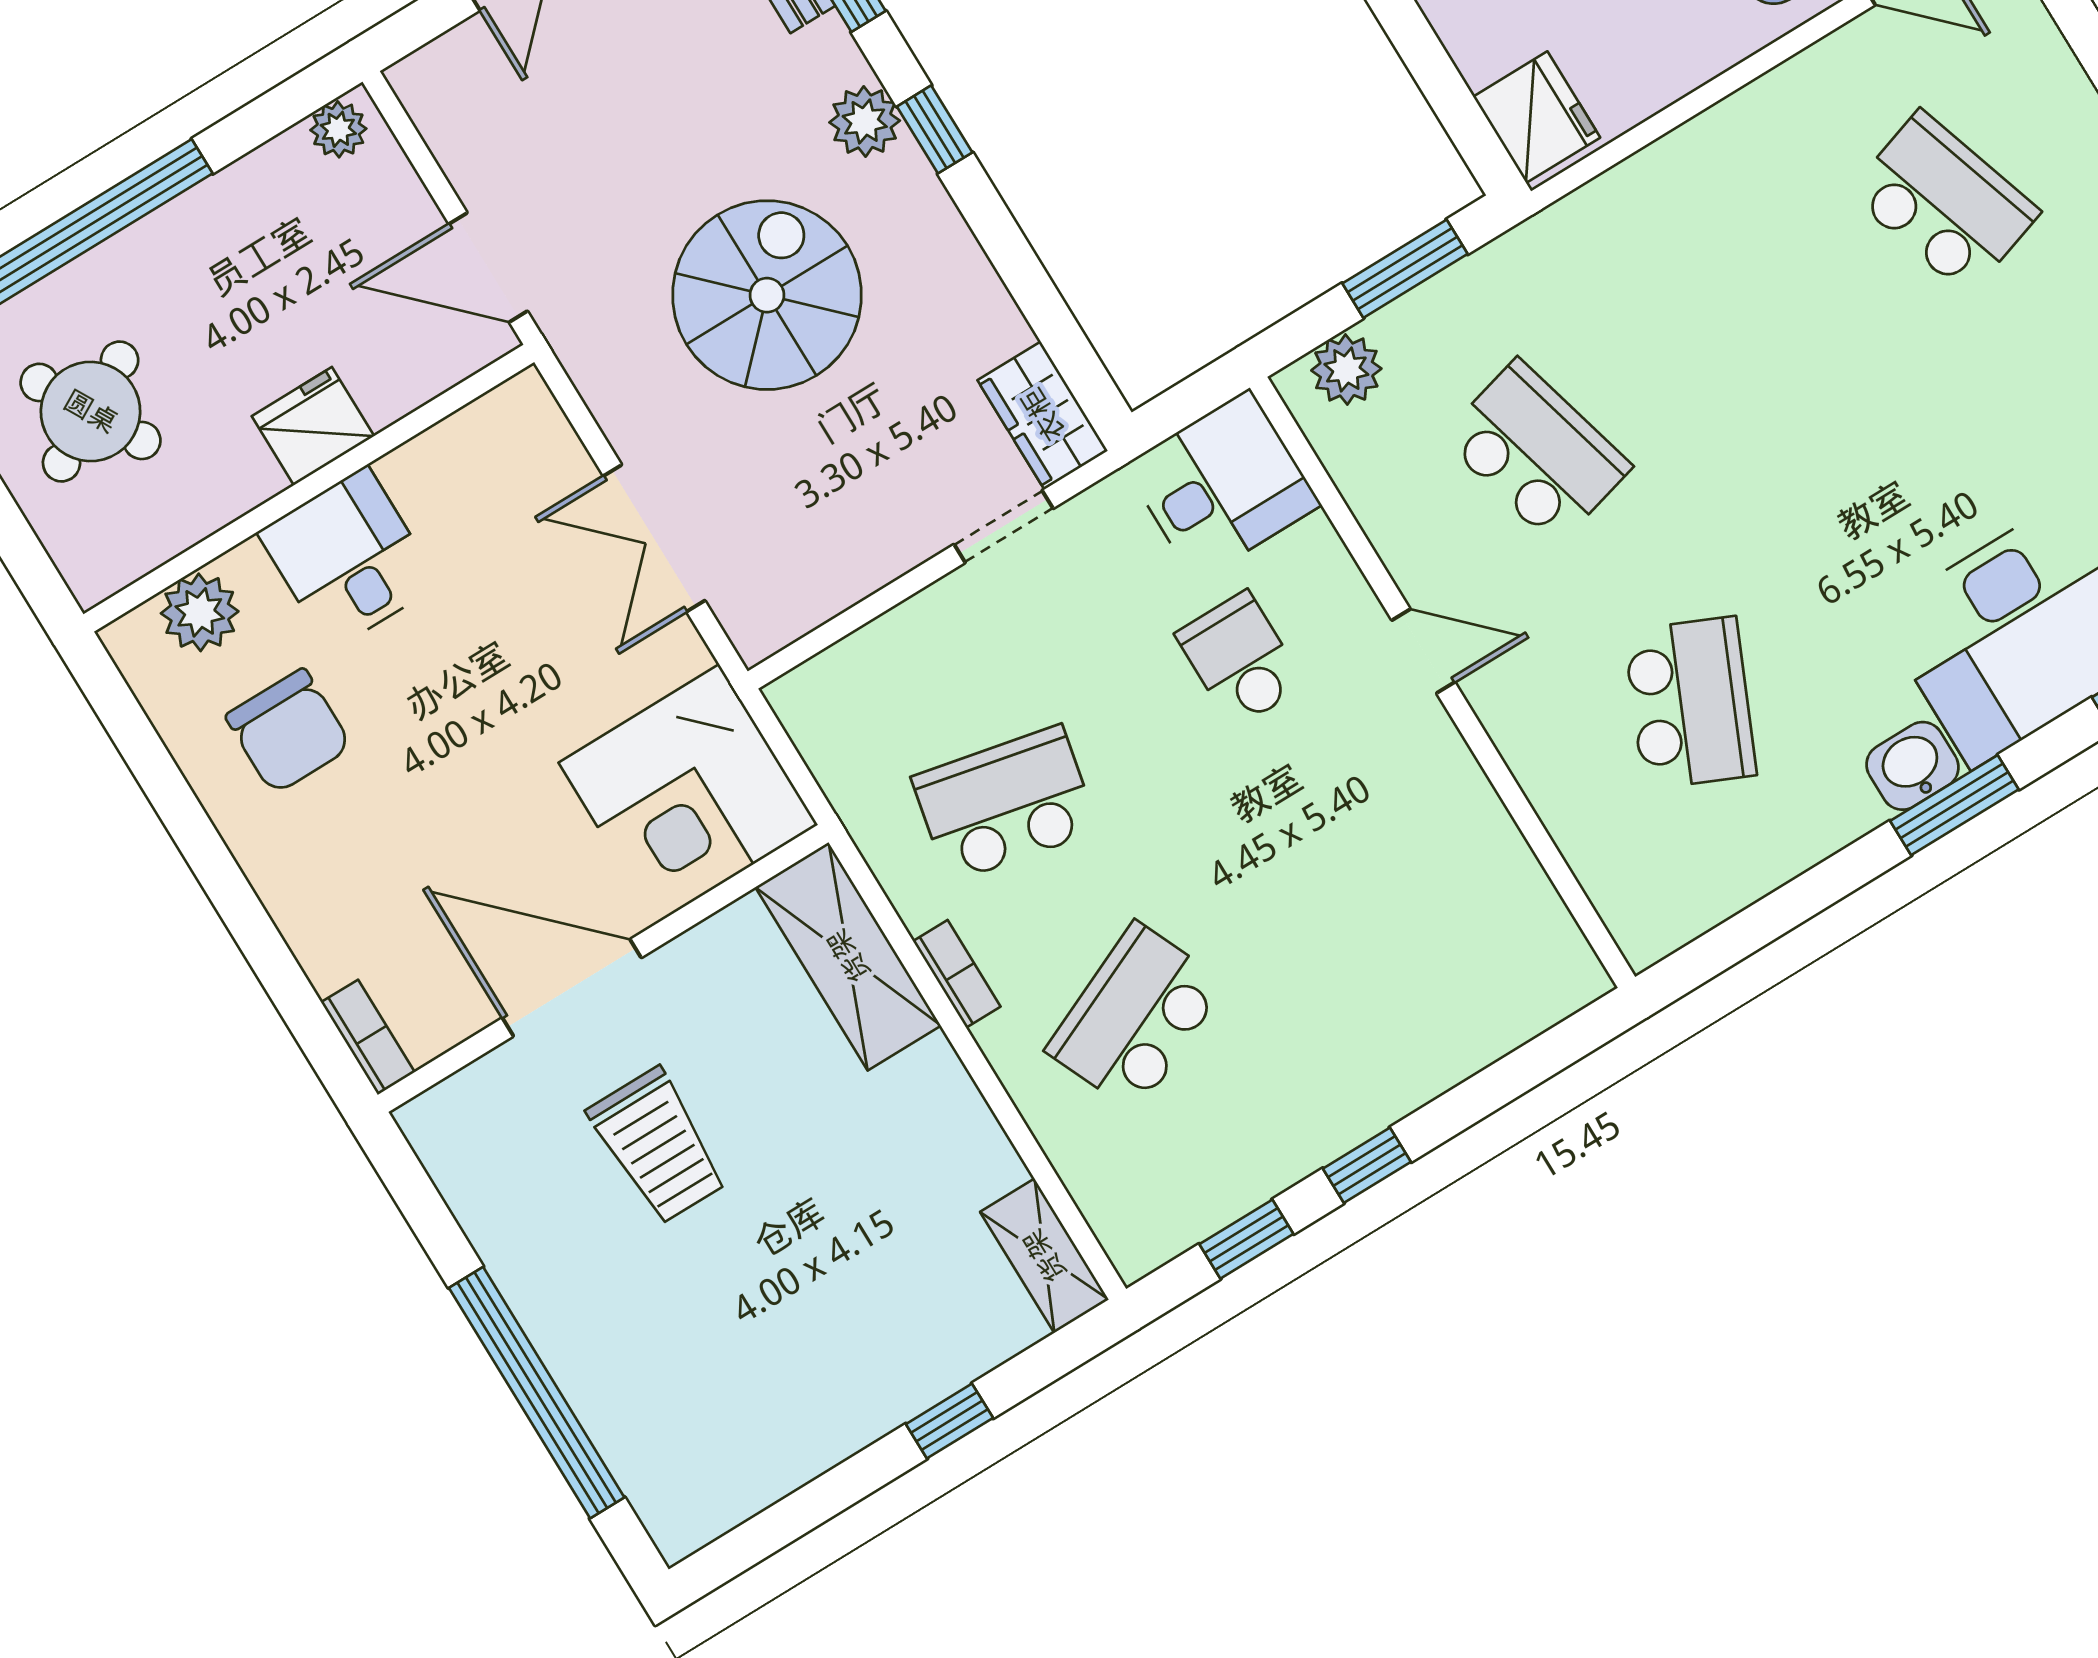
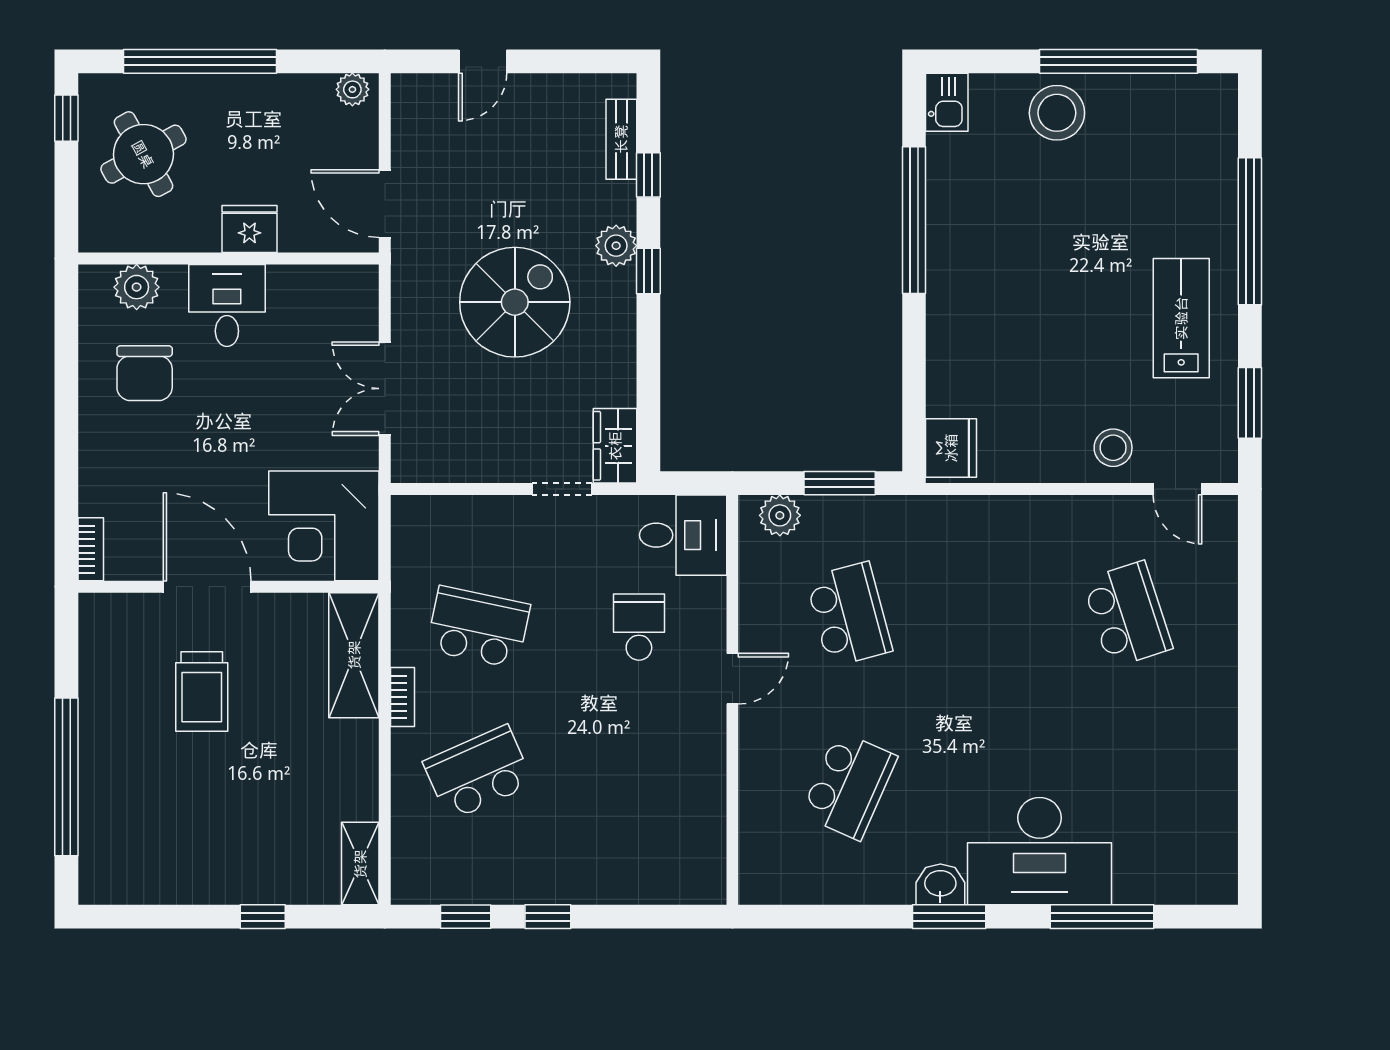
door: (1423, 651) -> (732, 679), hinge flipped

